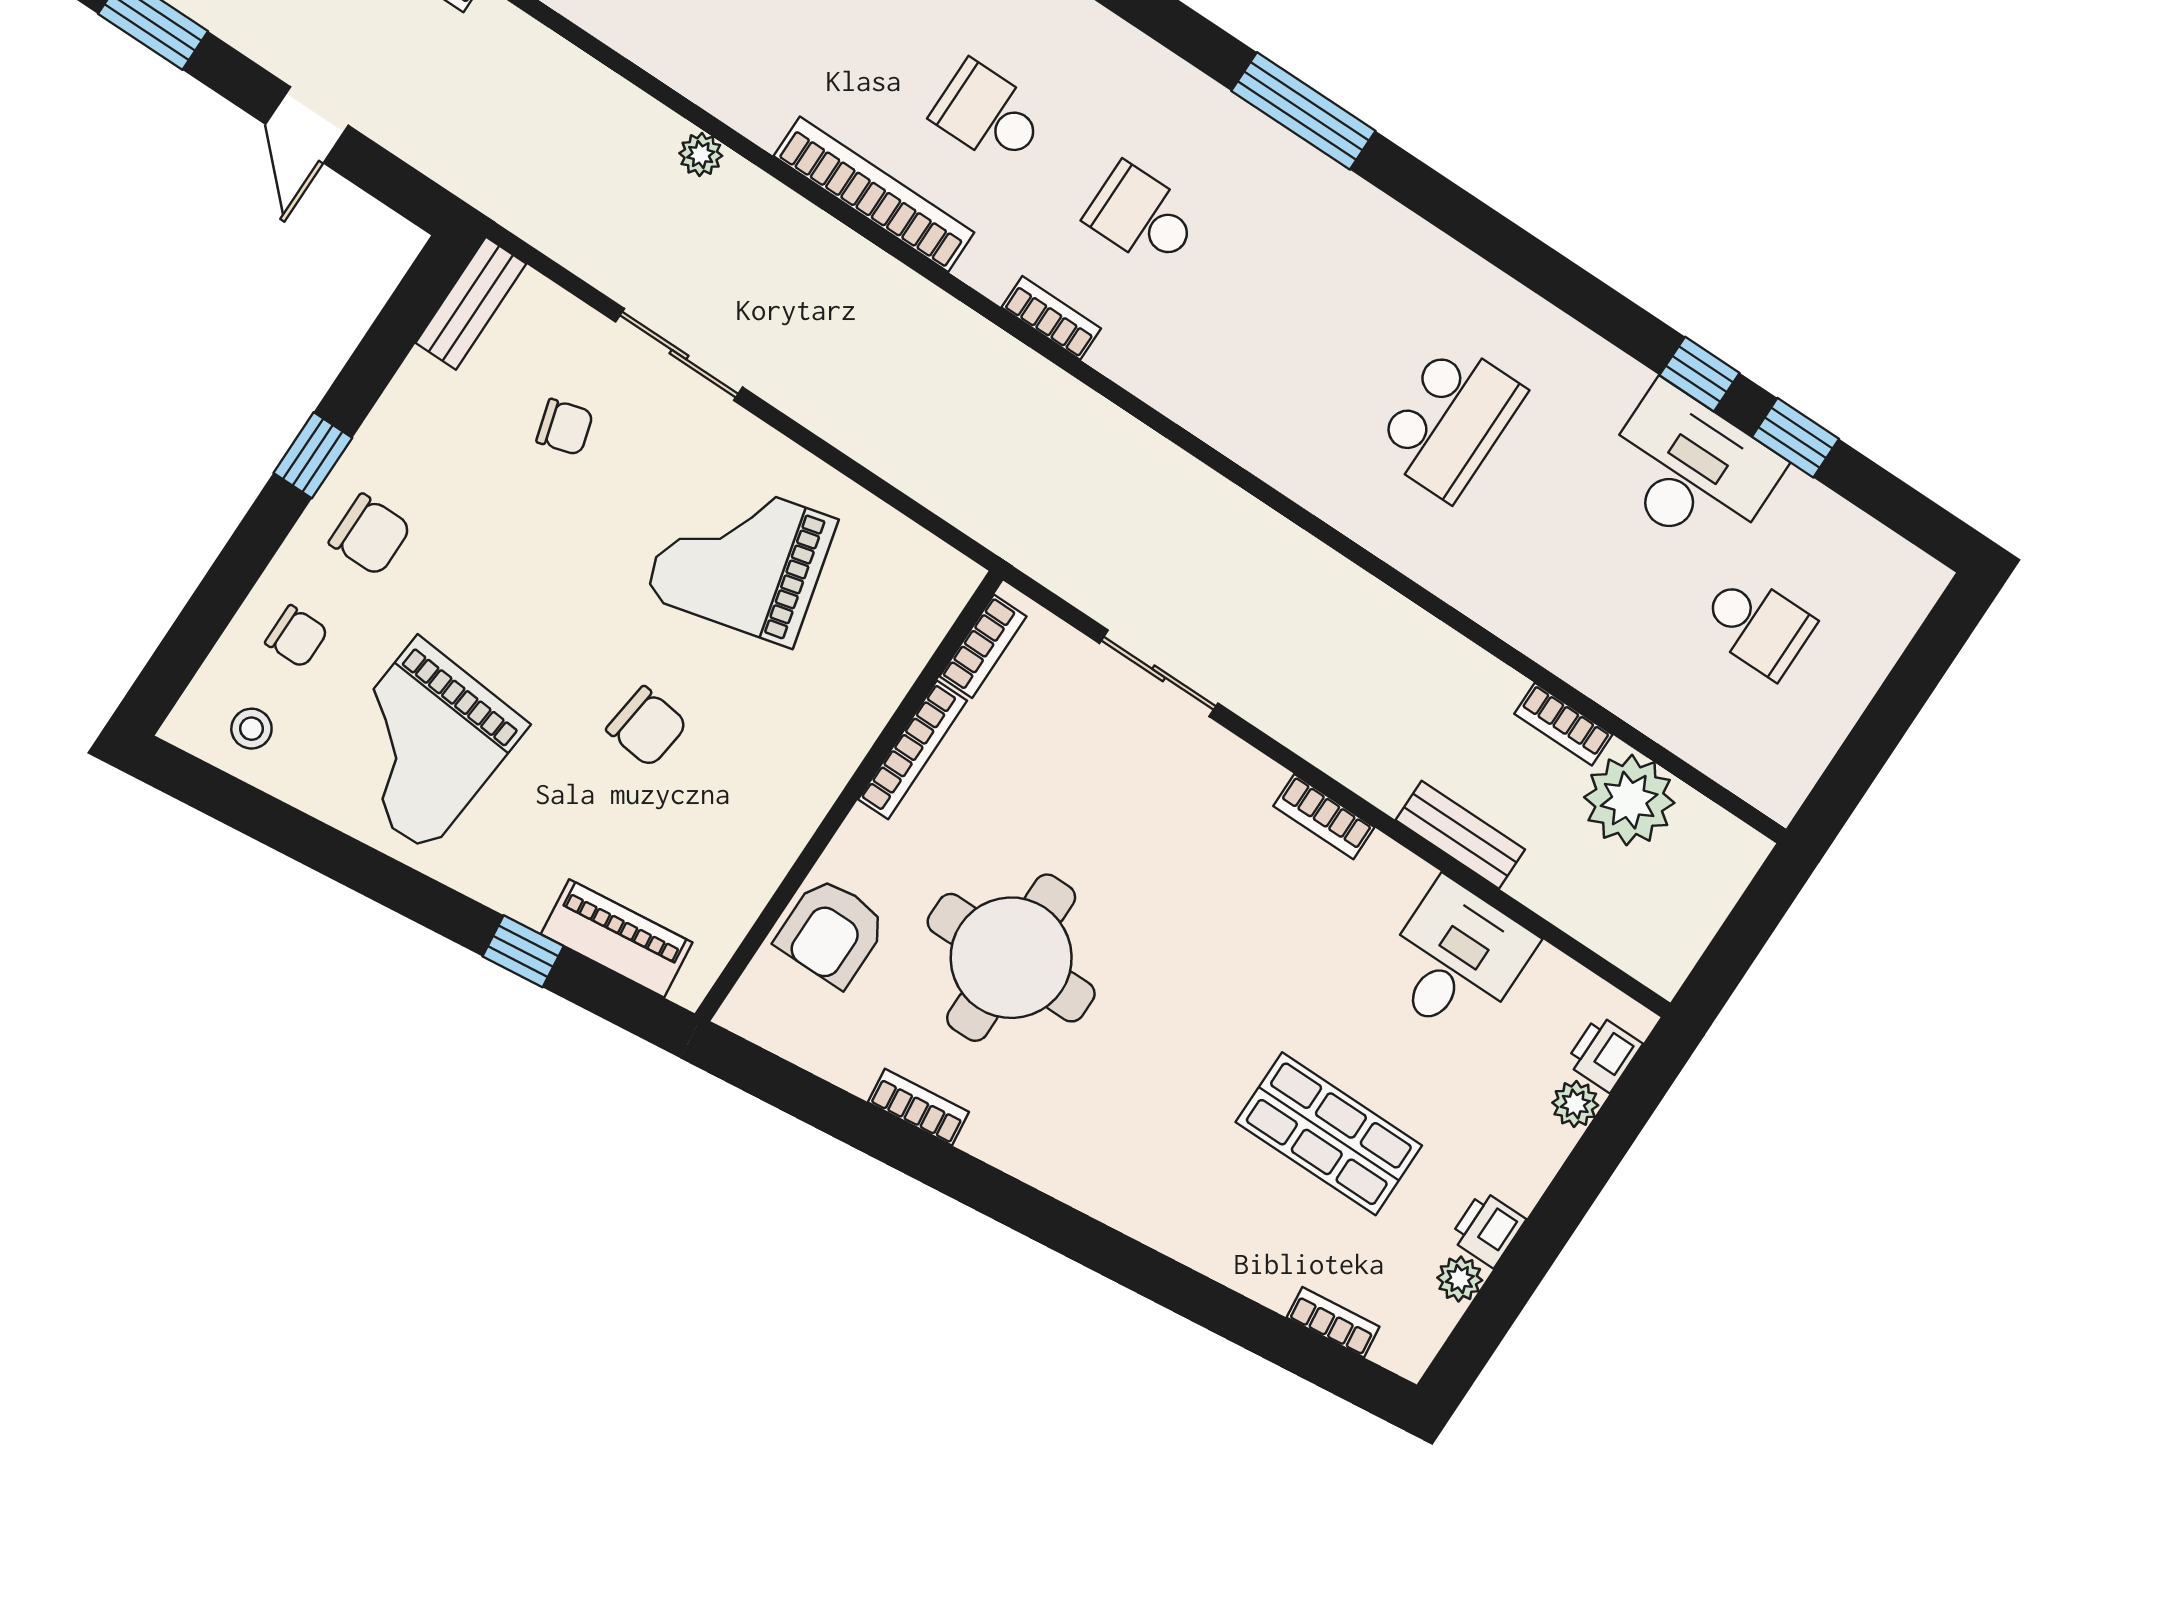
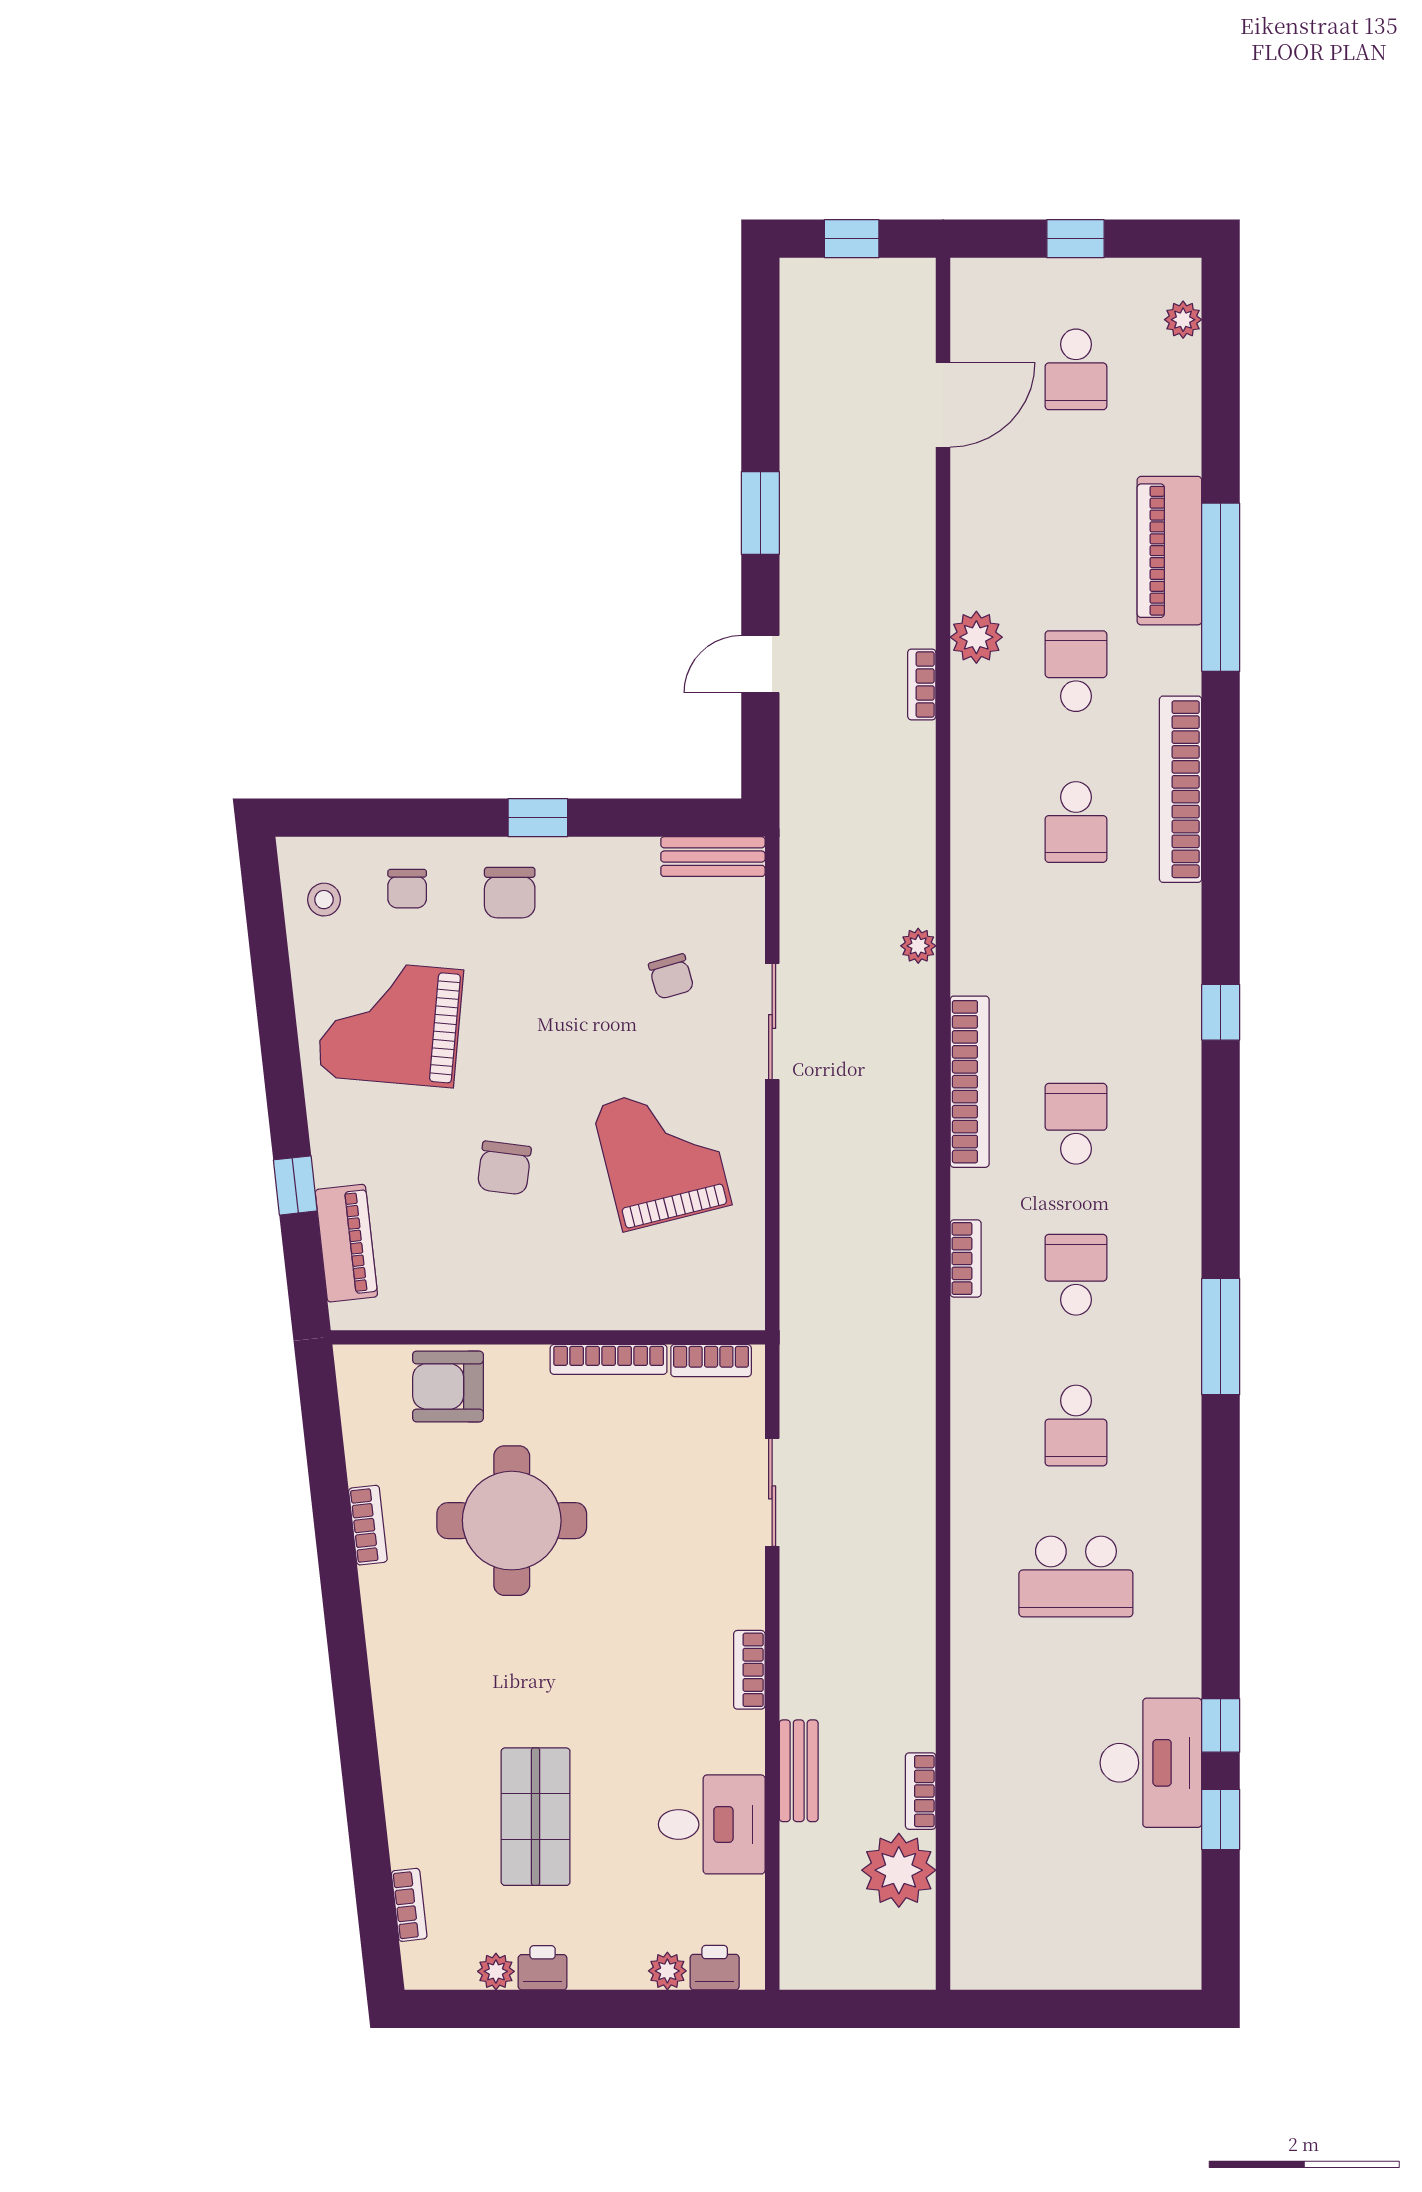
school desk: (1757, 625) -> (1076, 1426), moved

